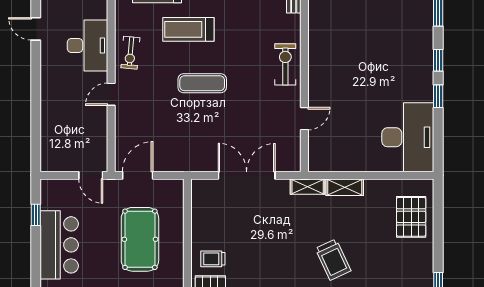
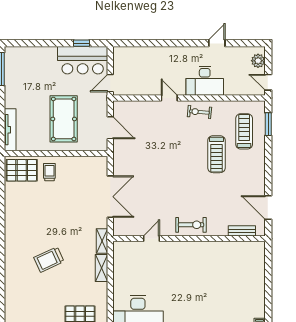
treadmill: (188, 29) -> (216, 154), turned 180
exercise mat: (202, 83) -> (177, 164), removed
door: (304, 119) -> (152, 239), swing flipped
door: (138, 175) -> (110, 128), moved
pool table: (140, 239) -> (64, 119), turned 90
bar counter: (59, 245) -> (83, 60), moved

